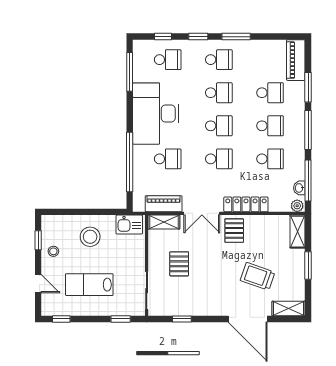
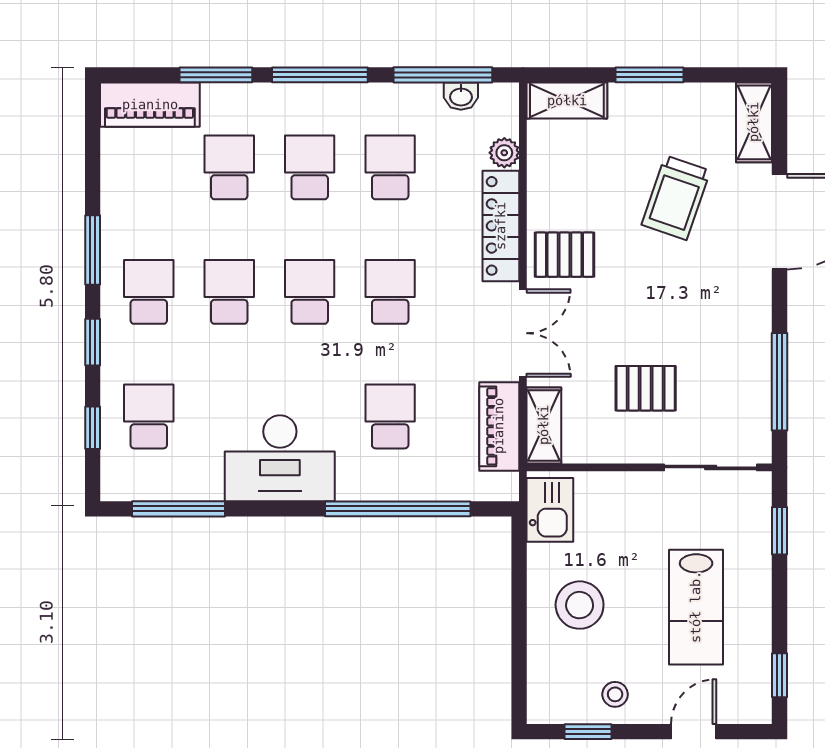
desk: (156, 114) -> (280, 458), width x0.73, depth x0.77
plant: (297, 206) -> (504, 153), moved
window: (182, 319) -> (780, 382), width x2.17

